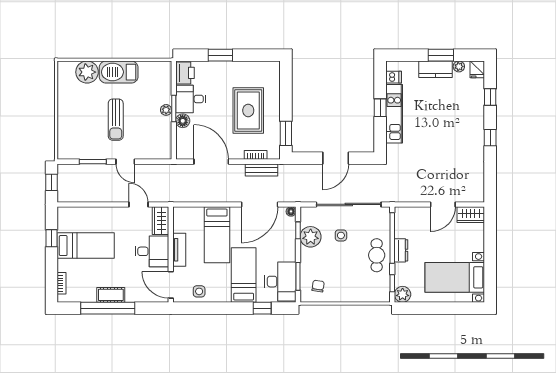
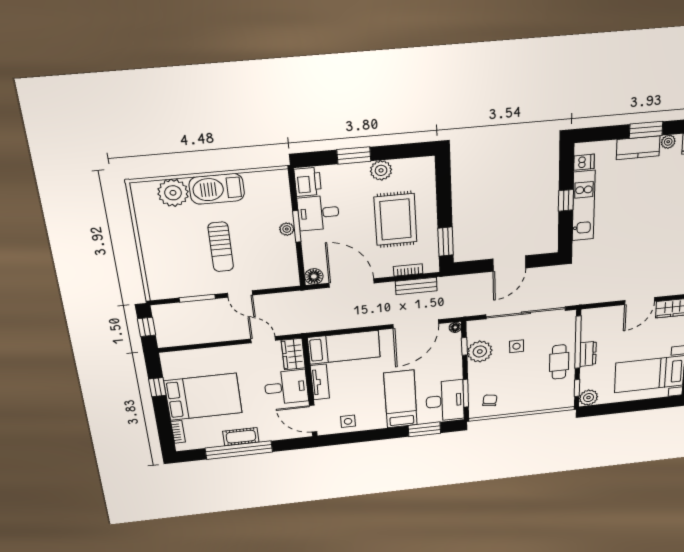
plant: (240, 69) -> (381, 170), added
floor lamp: (183, 121) -> (314, 276), moved
bed: (217, 235) -> (344, 347), moved, turned -90
bed: (86, 246) -> (203, 397), width x1.50
window: (262, 308) -> (424, 429), width x1.50

